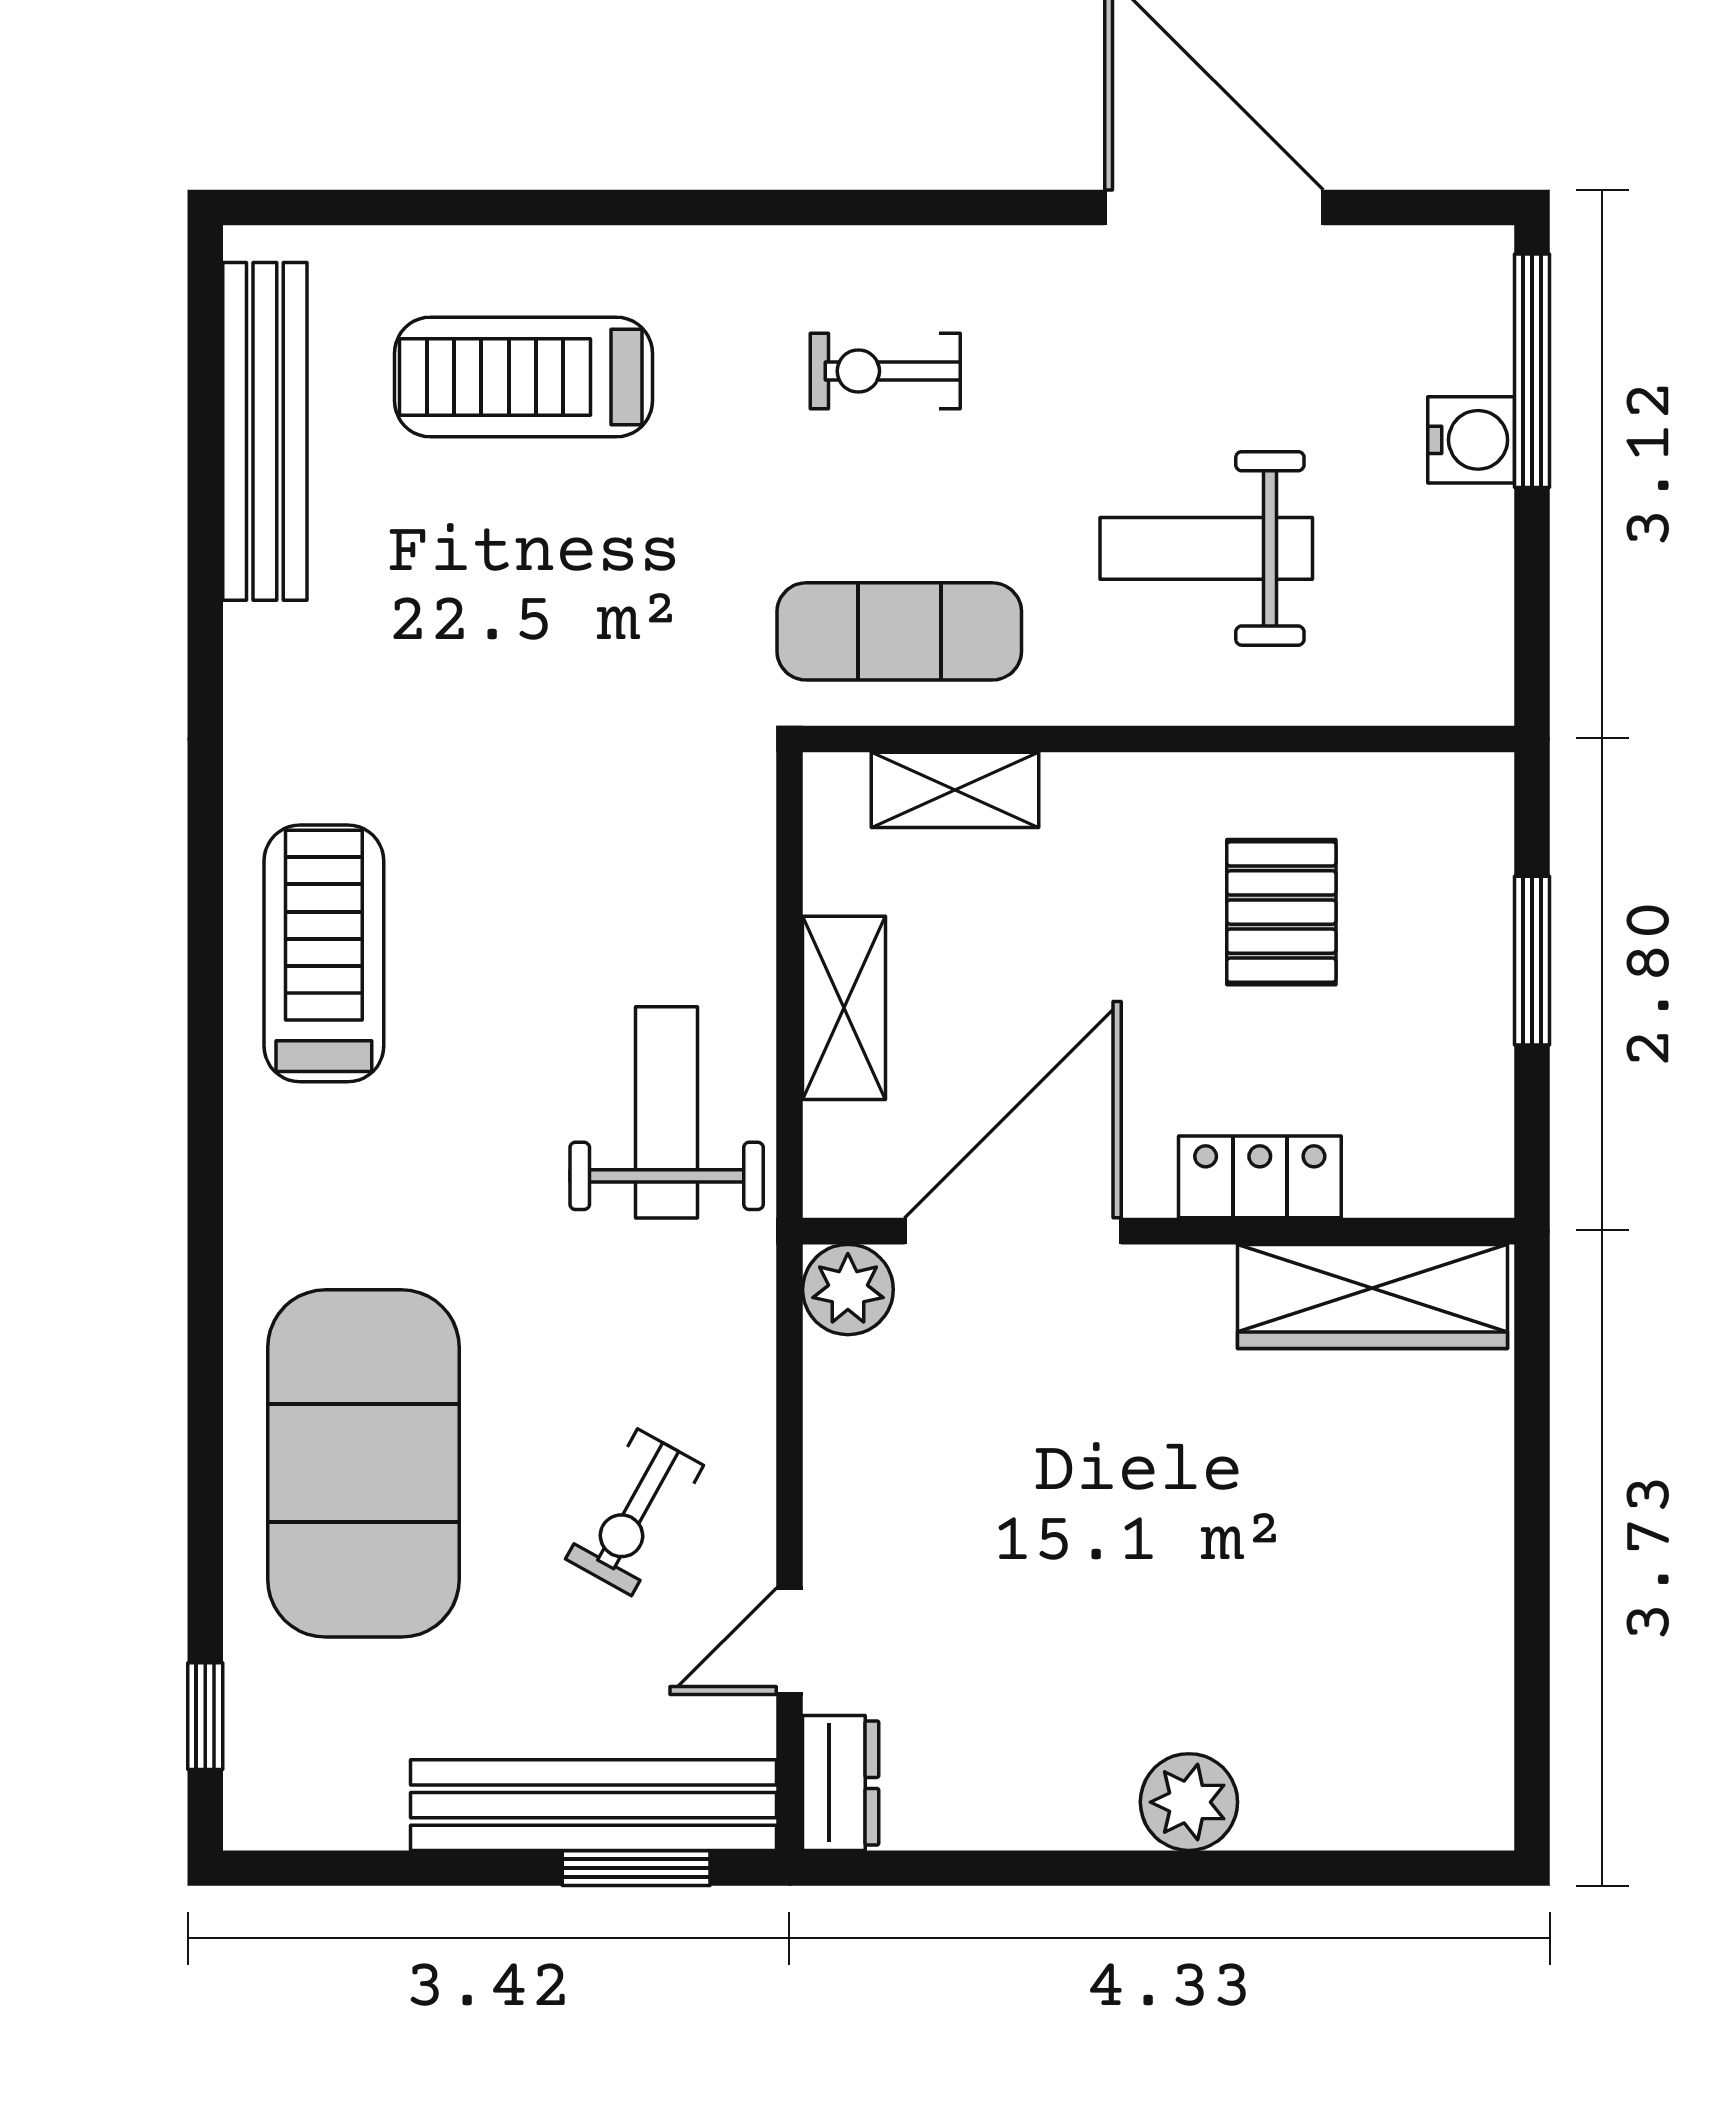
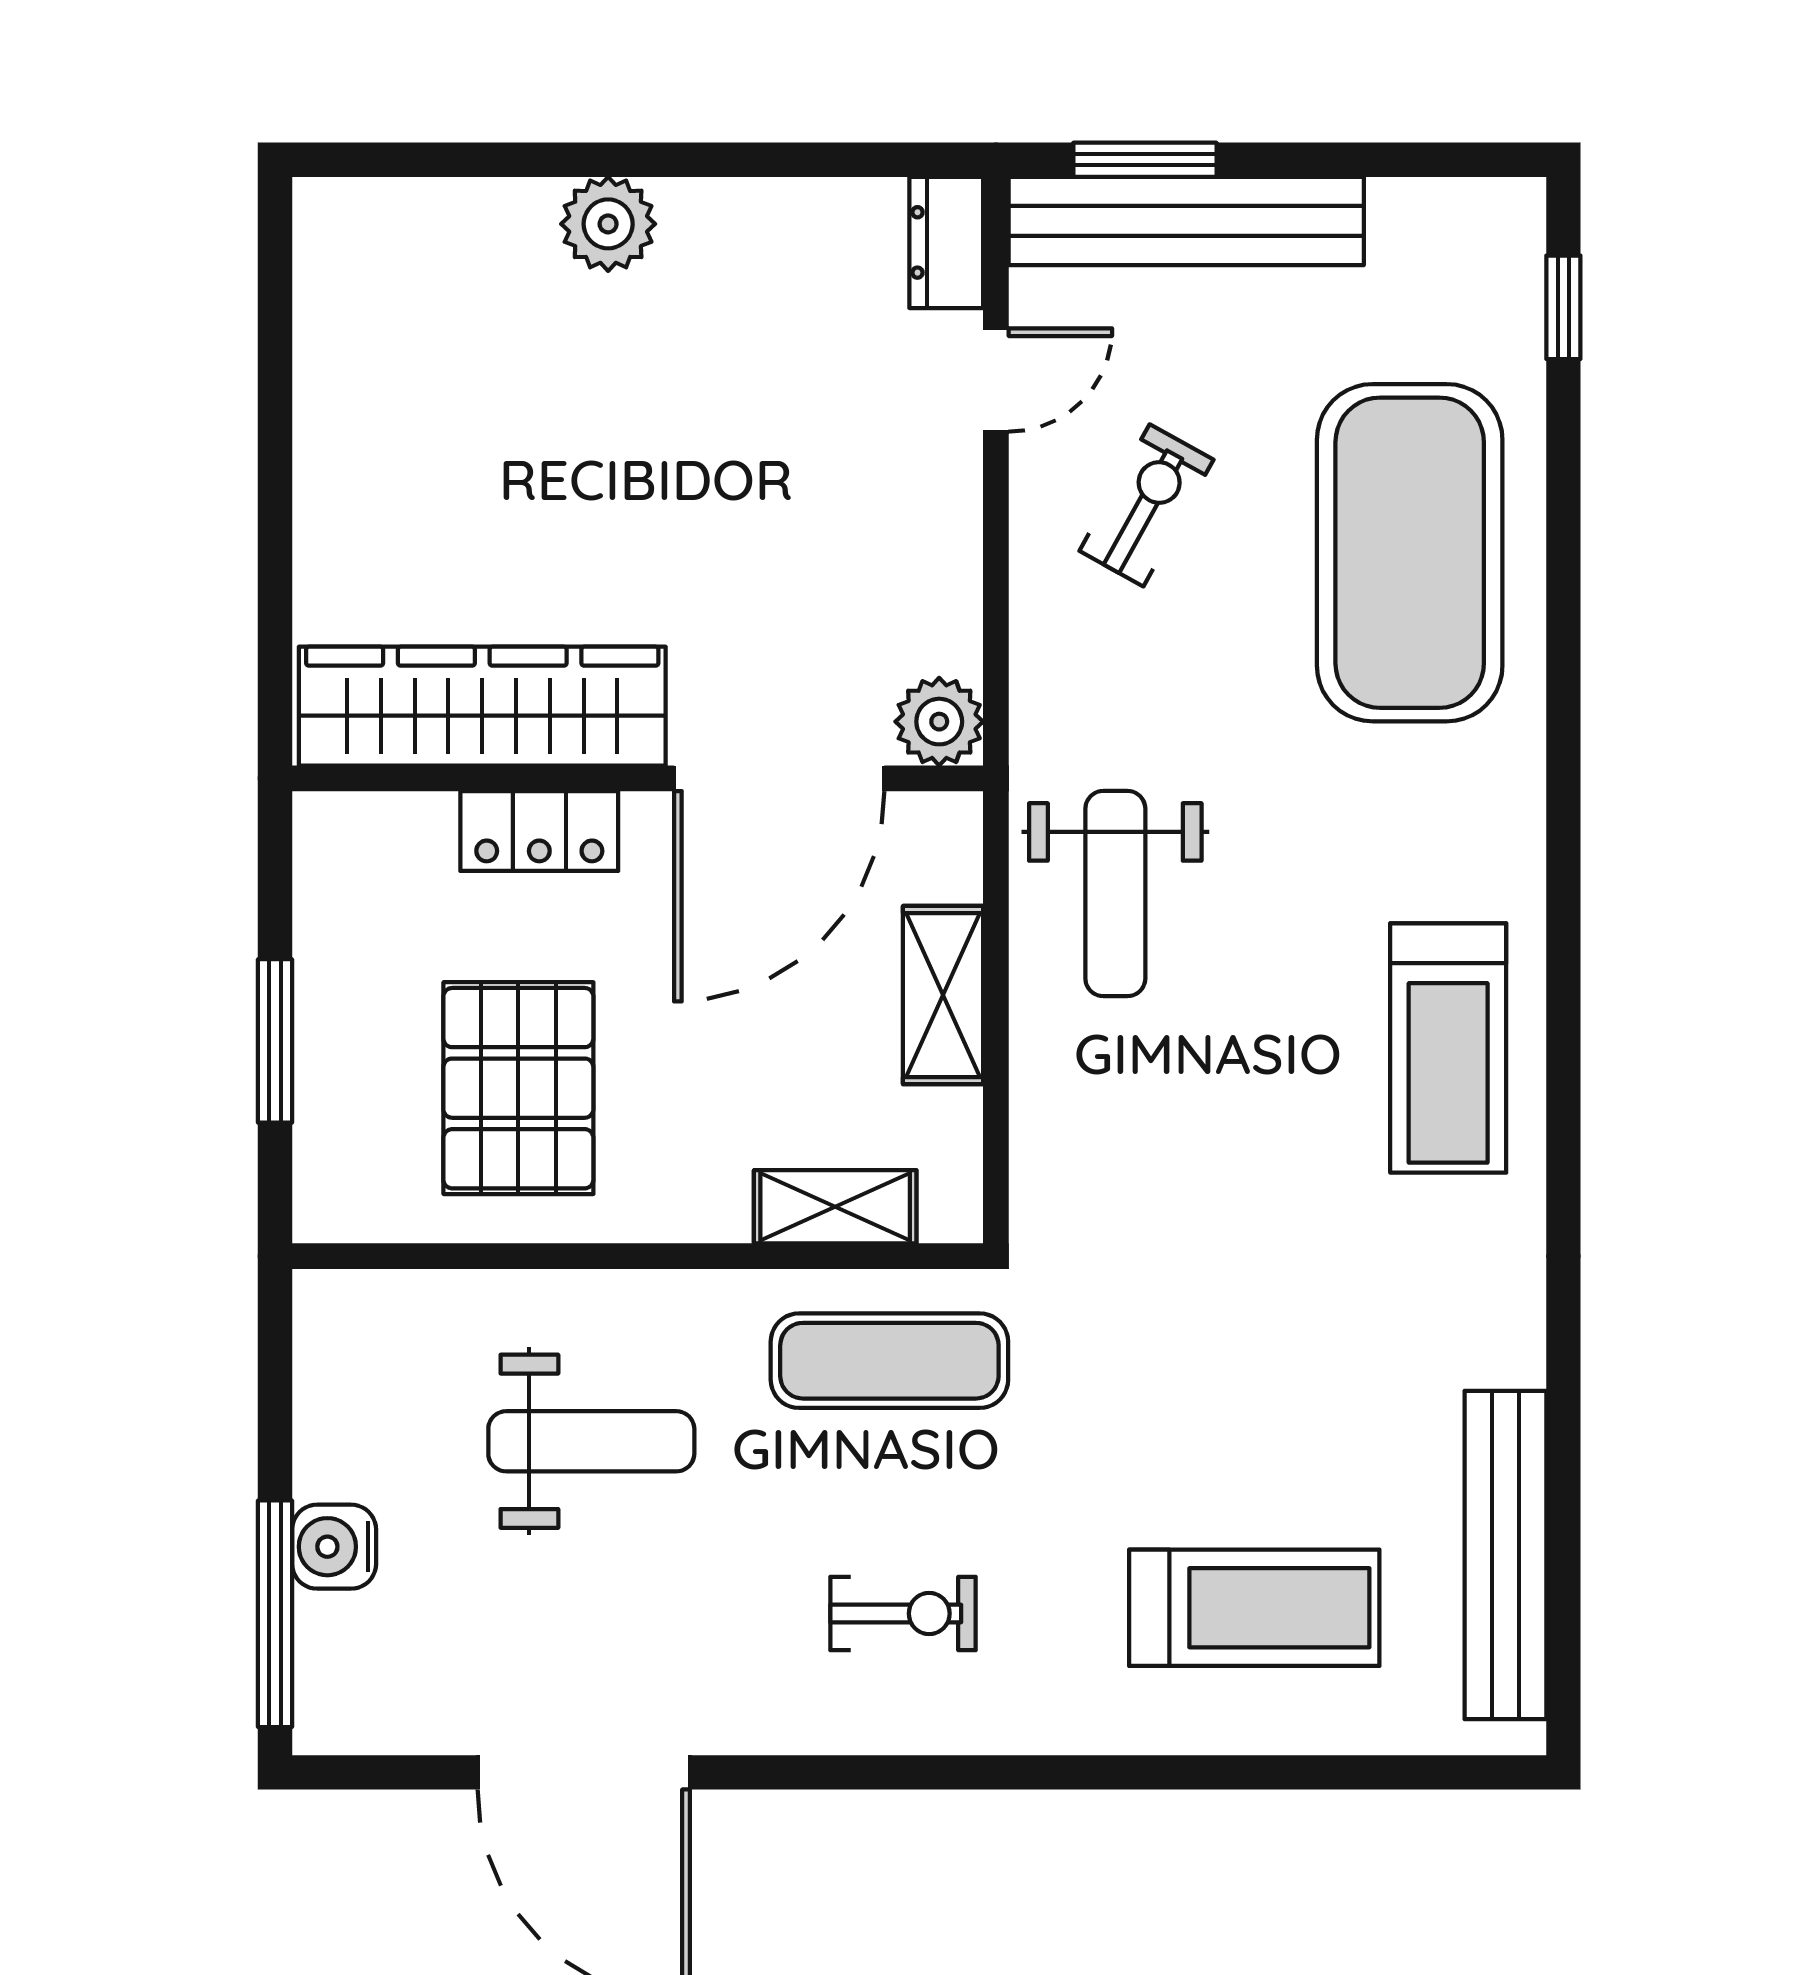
pallet: (1281, 912) -> (518, 1088), width x1.50, depth x1.42
wardrobe: (1373, 1296) -> (482, 706), width x1.40, depth x1.17

